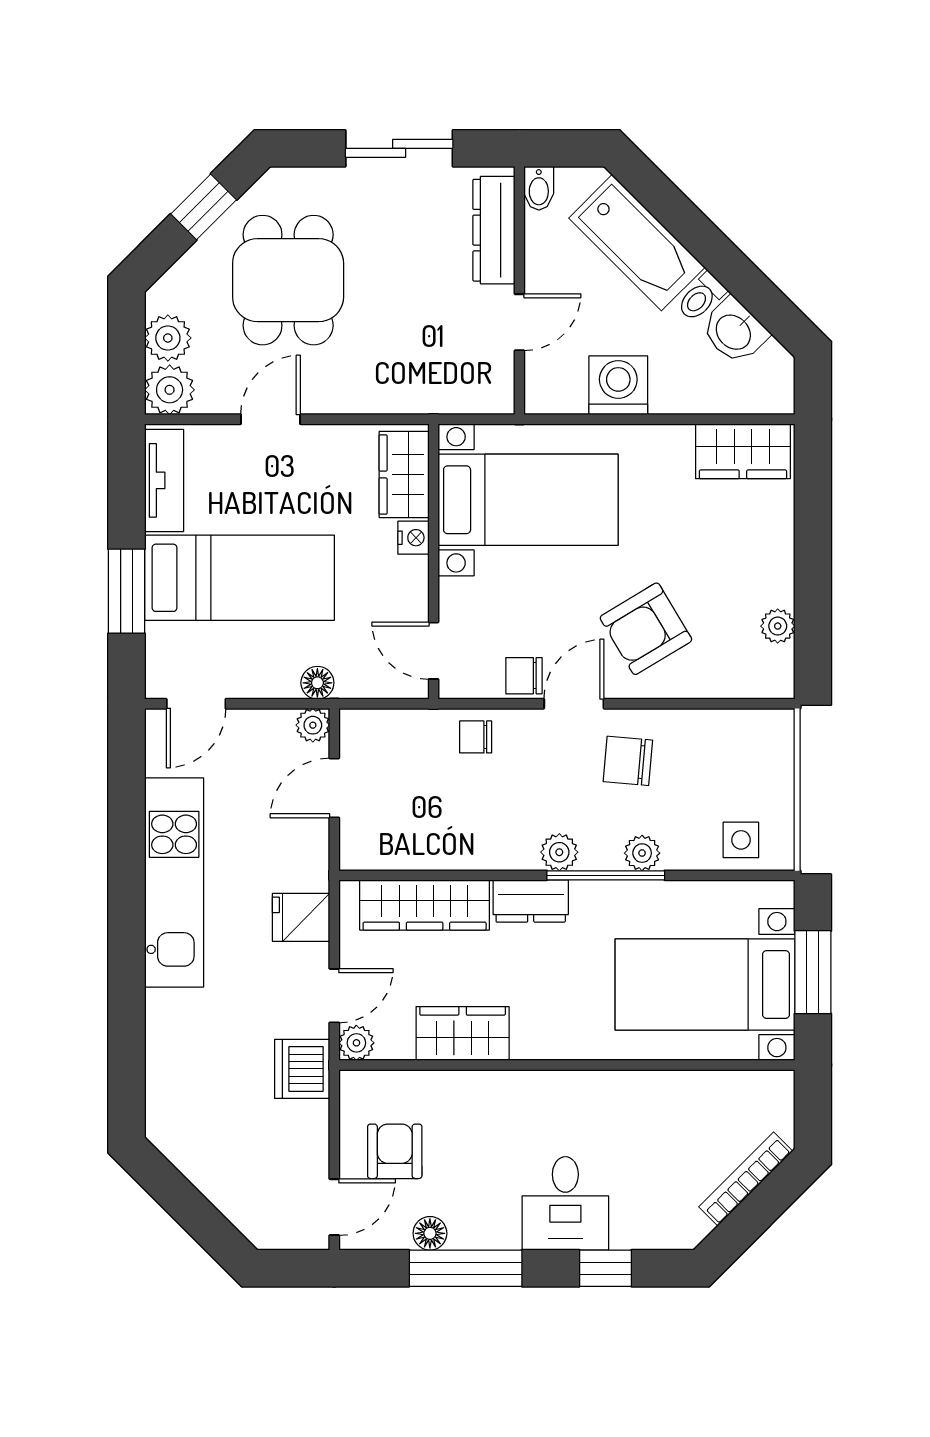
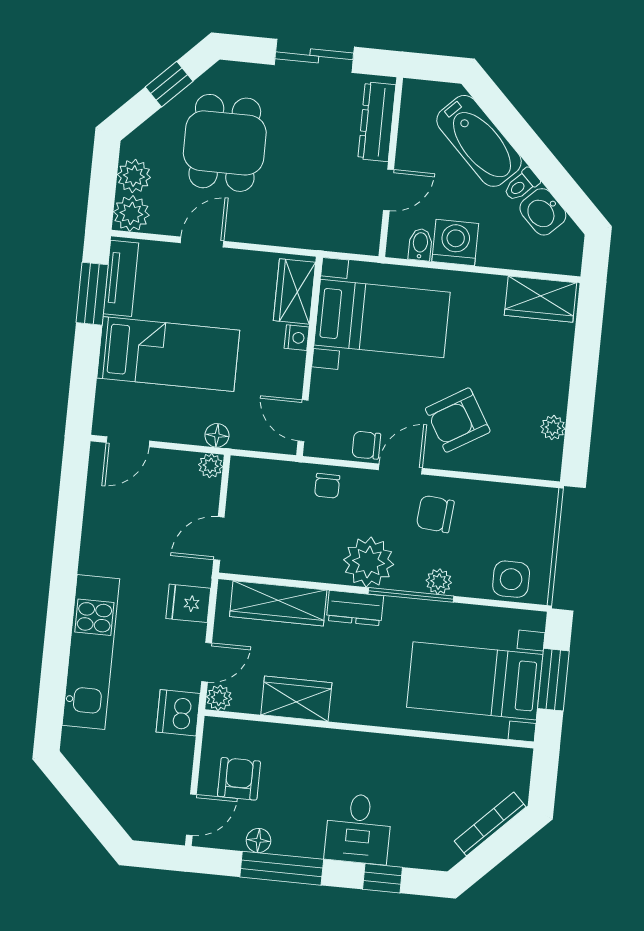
bidet: (539, 188) -> (420, 245), moved, turned 180
window: (127, 591) -> (92, 294), moved
chair: (476, 737) -> (327, 486), turned -90
door: (334, 788) -> (219, 539), moved
side table: (741, 840) -> (511, 579), width x1.37, depth x1.37
plant: (559, 852) -> (369, 562), width x1.87, depth x1.87
kitchen unit: (174, 882) -> (91, 652), moved

